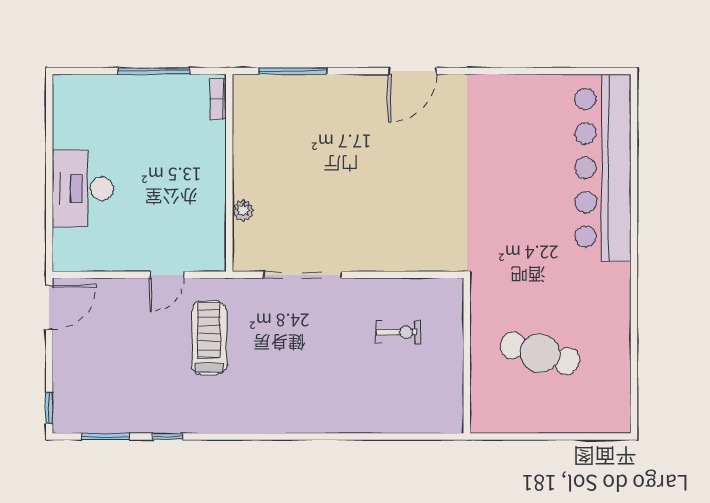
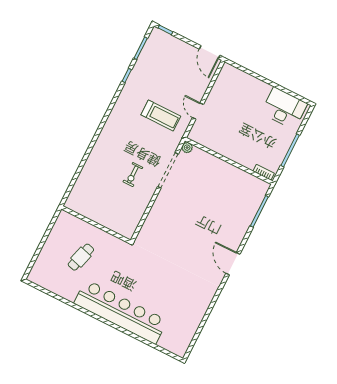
bar counter: (603, 168) -> (121, 312), moved
desk: (83, 189) -> (284, 108), moved
plant: (243, 210) -> (187, 148), moved
exercise bike: (398, 332) -> (133, 175), moved
cafe table: (540, 353) -> (81, 257), width x0.73, depth x0.74

